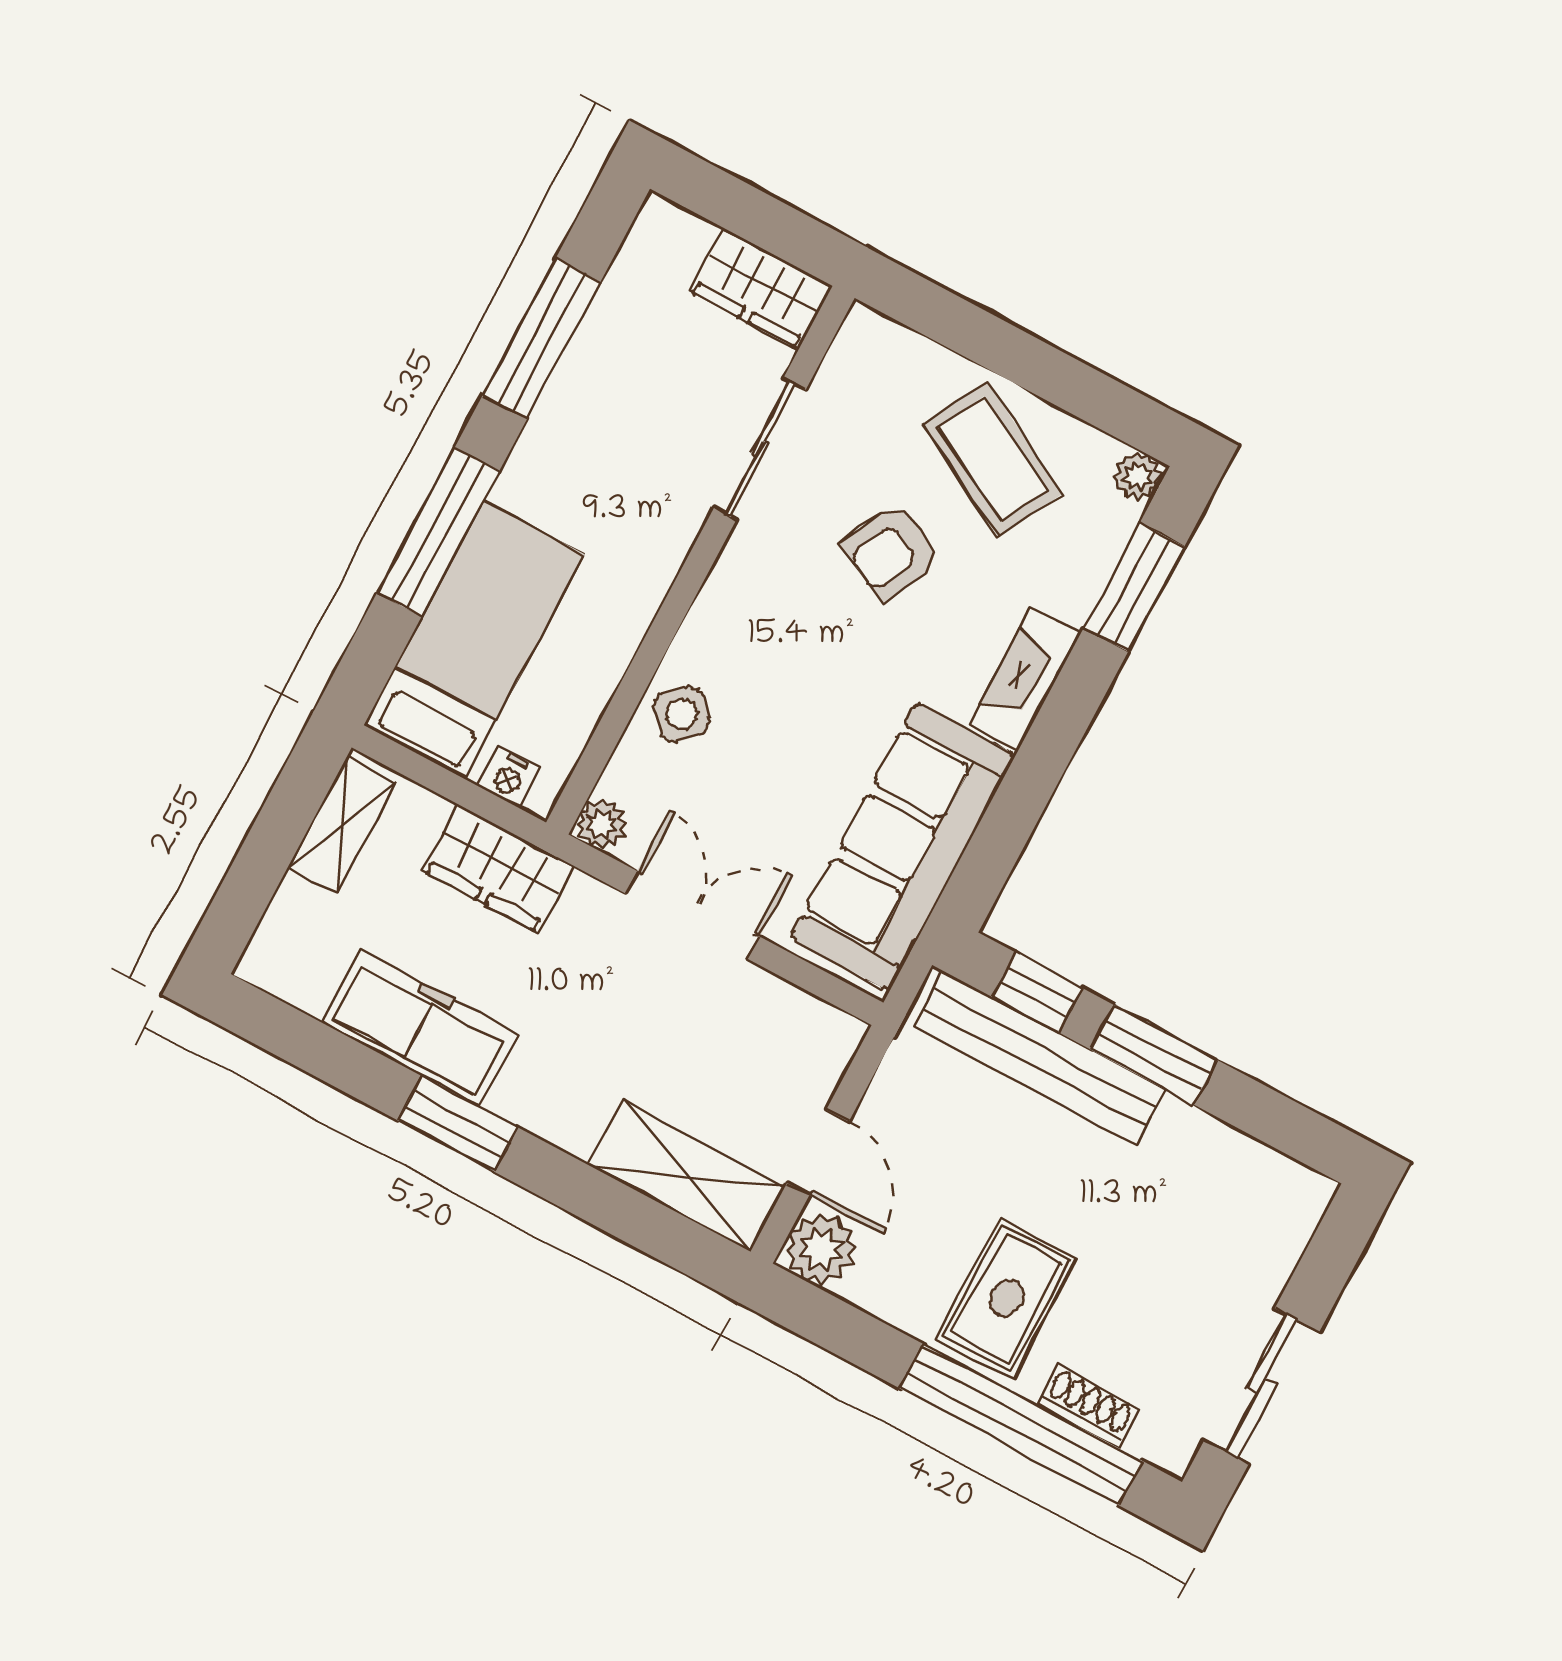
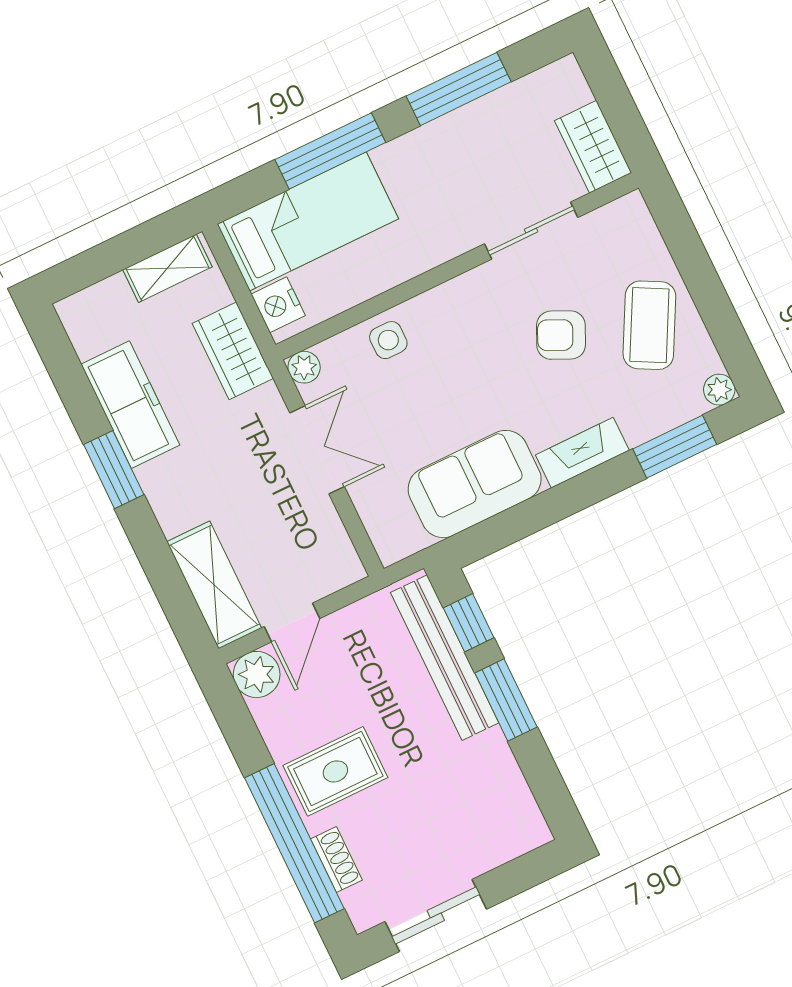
side table: (682, 714) -> (388, 340), turned 45
nightstand: (509, 777) -> (278, 305), width x1.39, depth x1.35
sofa: (903, 846) -> (475, 484), width x0.73

